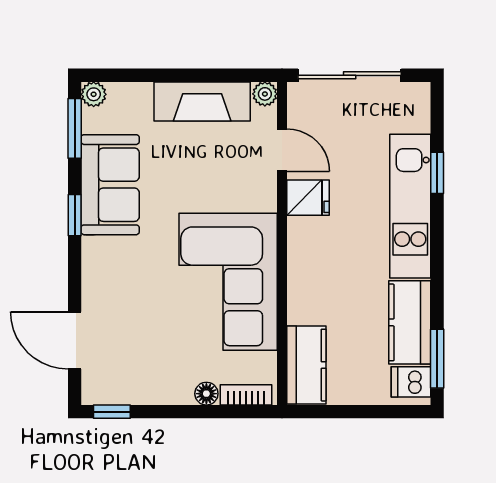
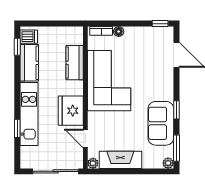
fridge: (308, 198) -> (71, 111), width x1.88, depth x1.34
window: (437, 359) -> (17, 47), width x0.67
kitchen counter: (306, 365) -> (75, 63), moved

